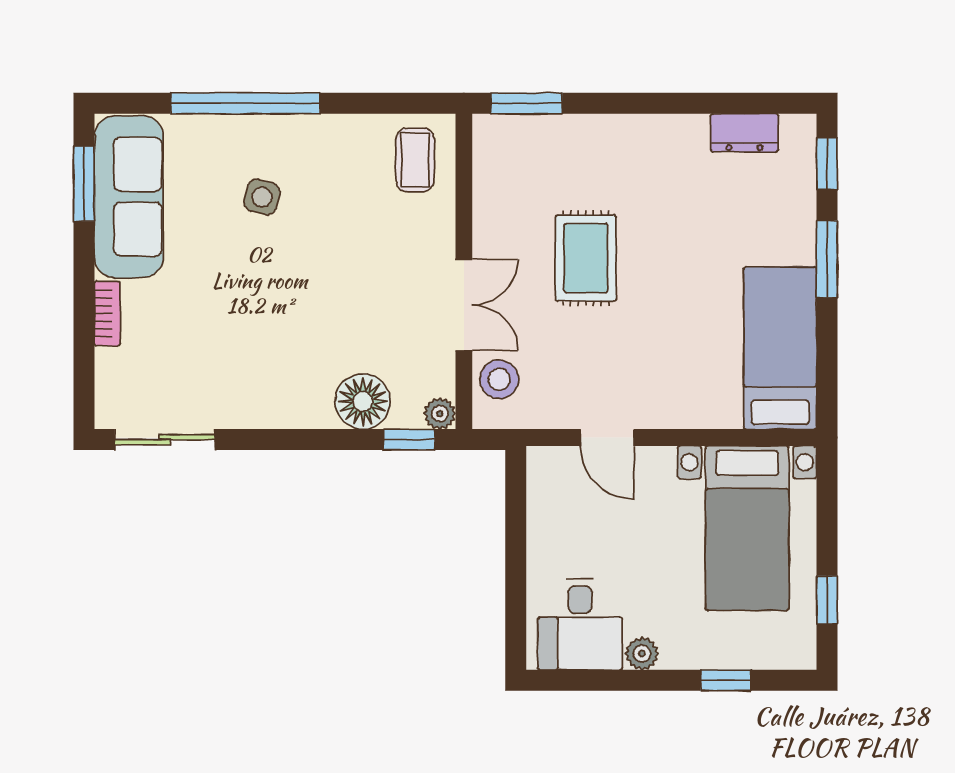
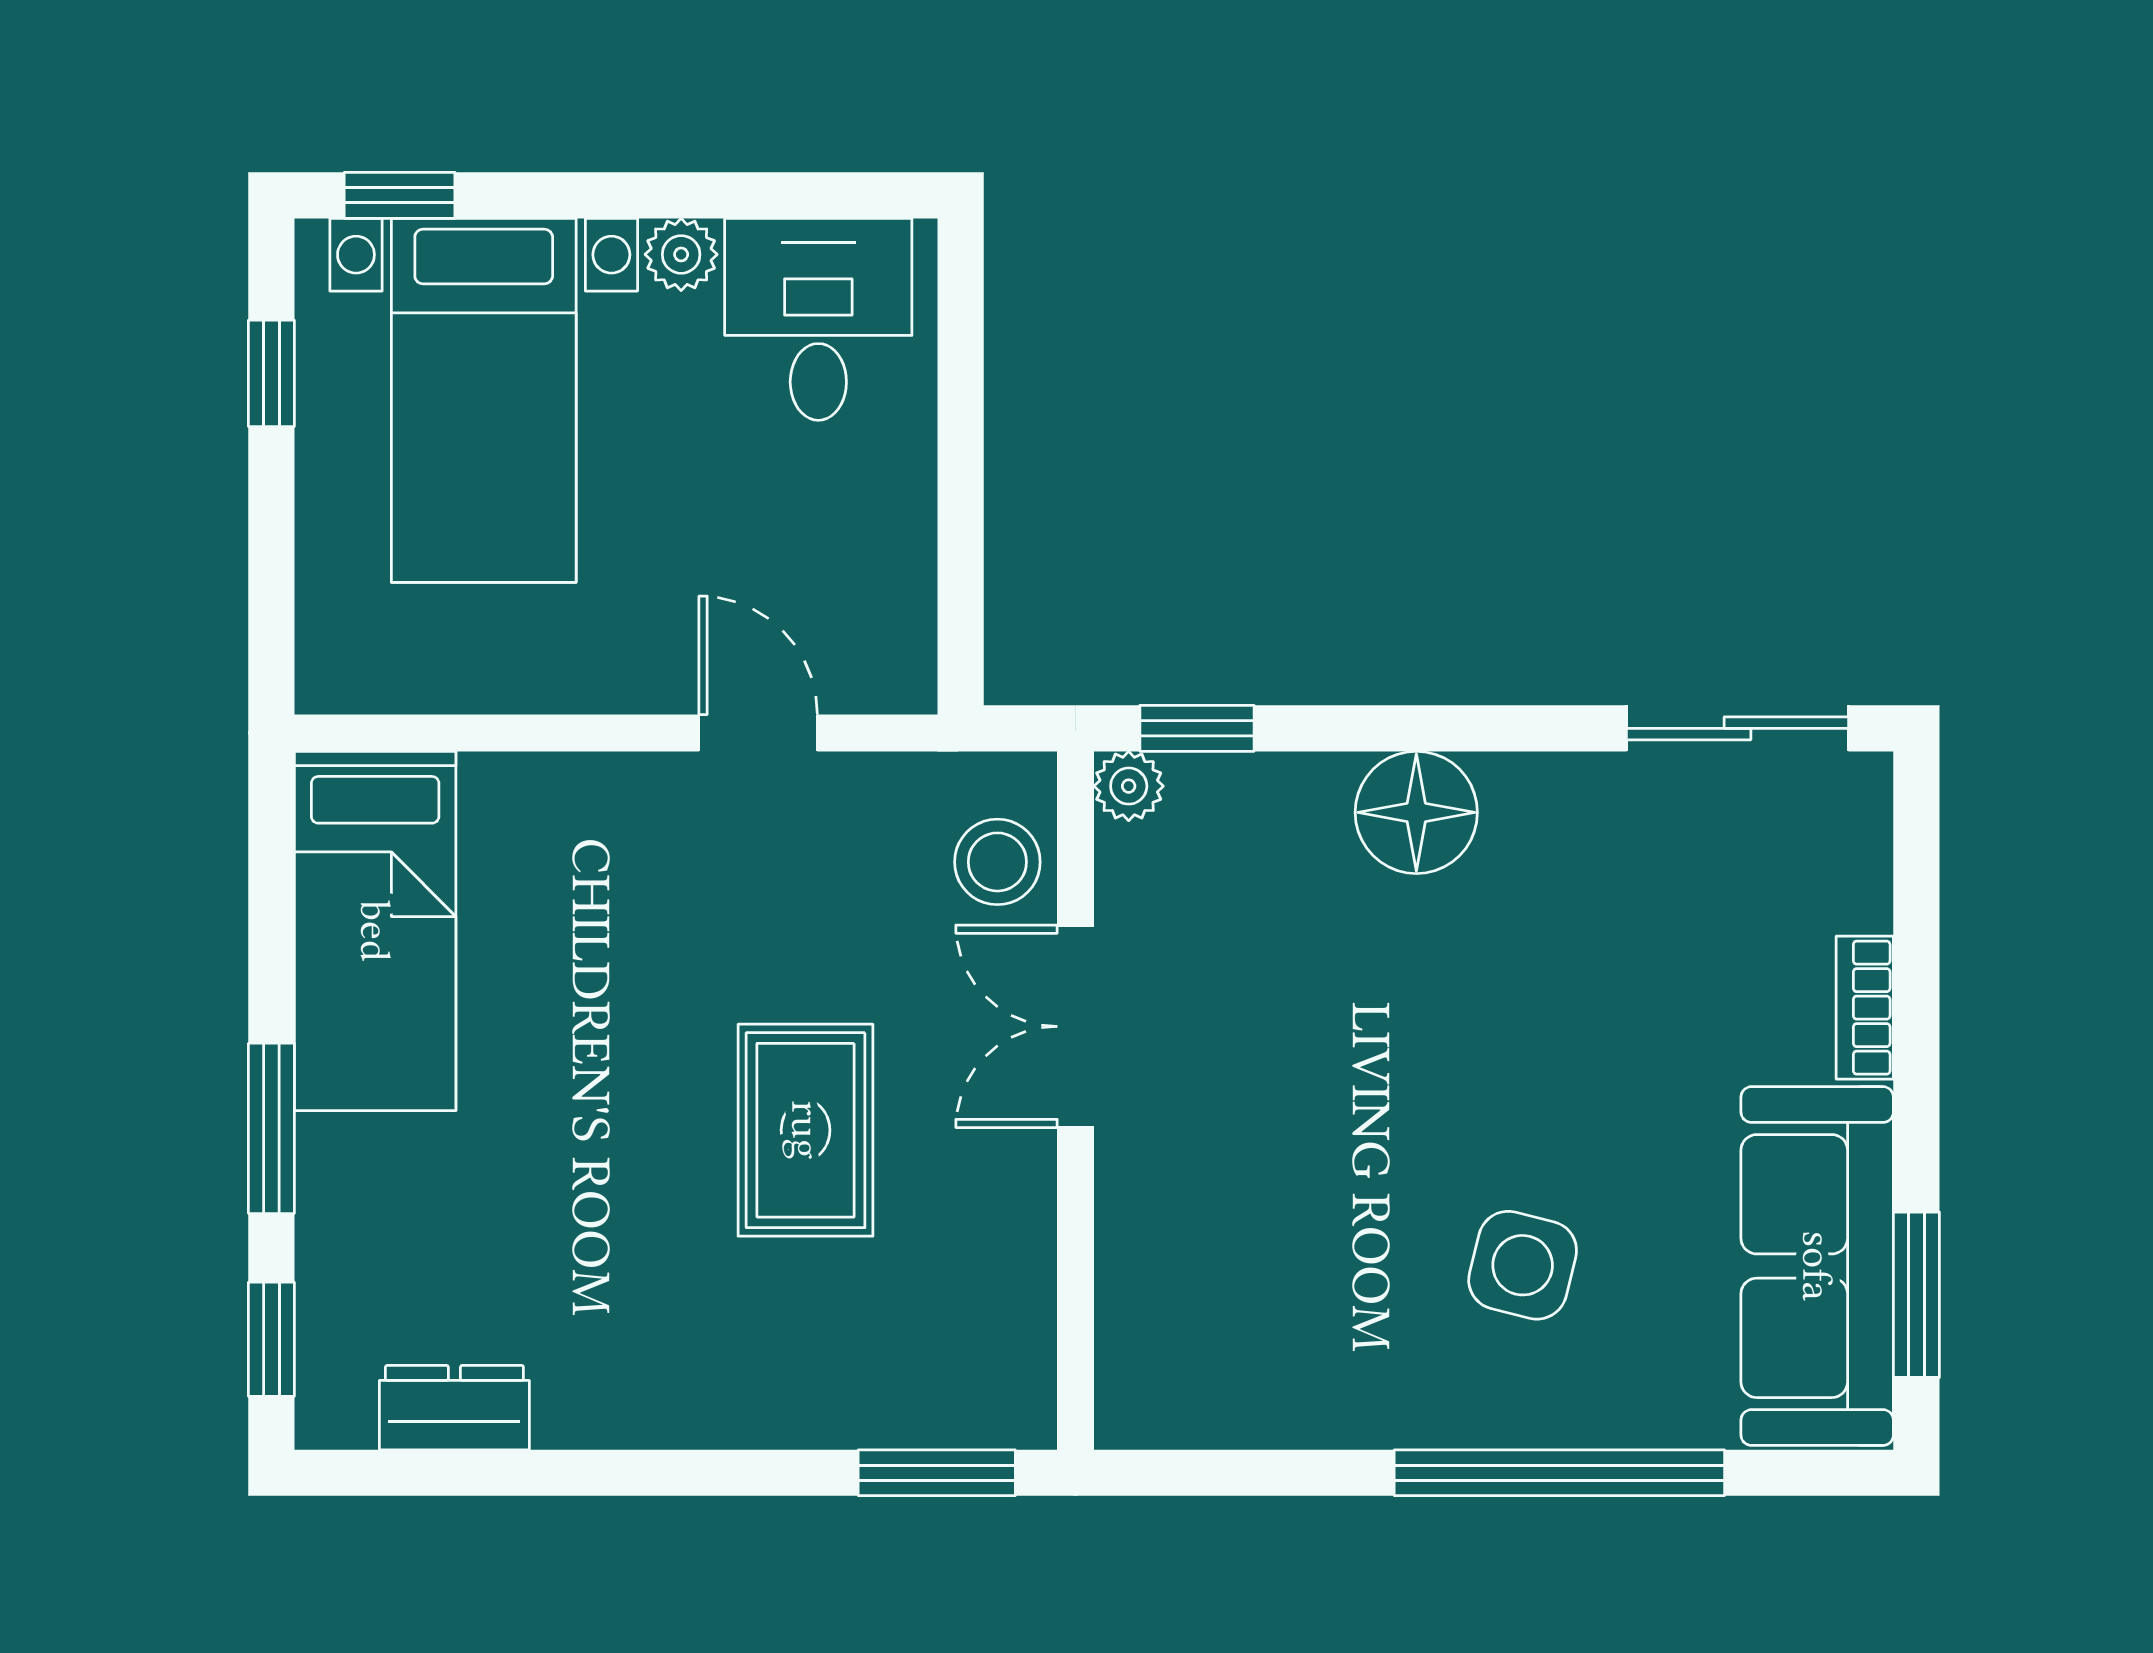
coffee table: (415, 160) -> (1184, 1347), removed
side table: (262, 197) -> (1523, 1265), width x1.37, depth x1.37
floor lamp: (363, 402) -> (1416, 812), moved
bed with nightstands: (747, 528) -> (484, 400), moved, turned 180
window: (726, 680) -> (400, 195), moved

